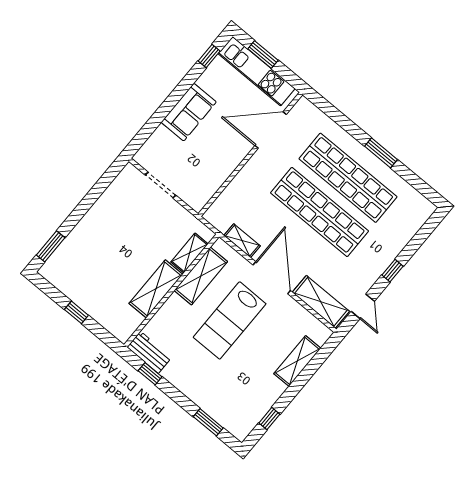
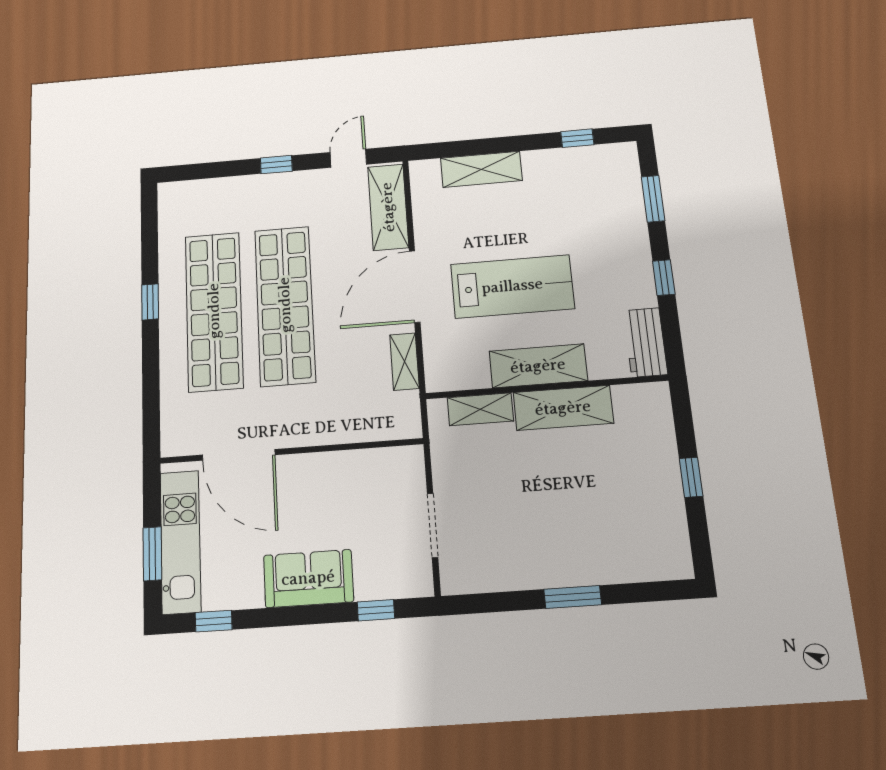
window: (149, 128) -> (376, 610), added
window: (381, 153) -> (150, 302), width x0.67
window: (51, 246) -> (573, 597), moved
shelving: (201, 276) -> (538, 366), moved
window: (150, 374) -> (664, 278), moved

